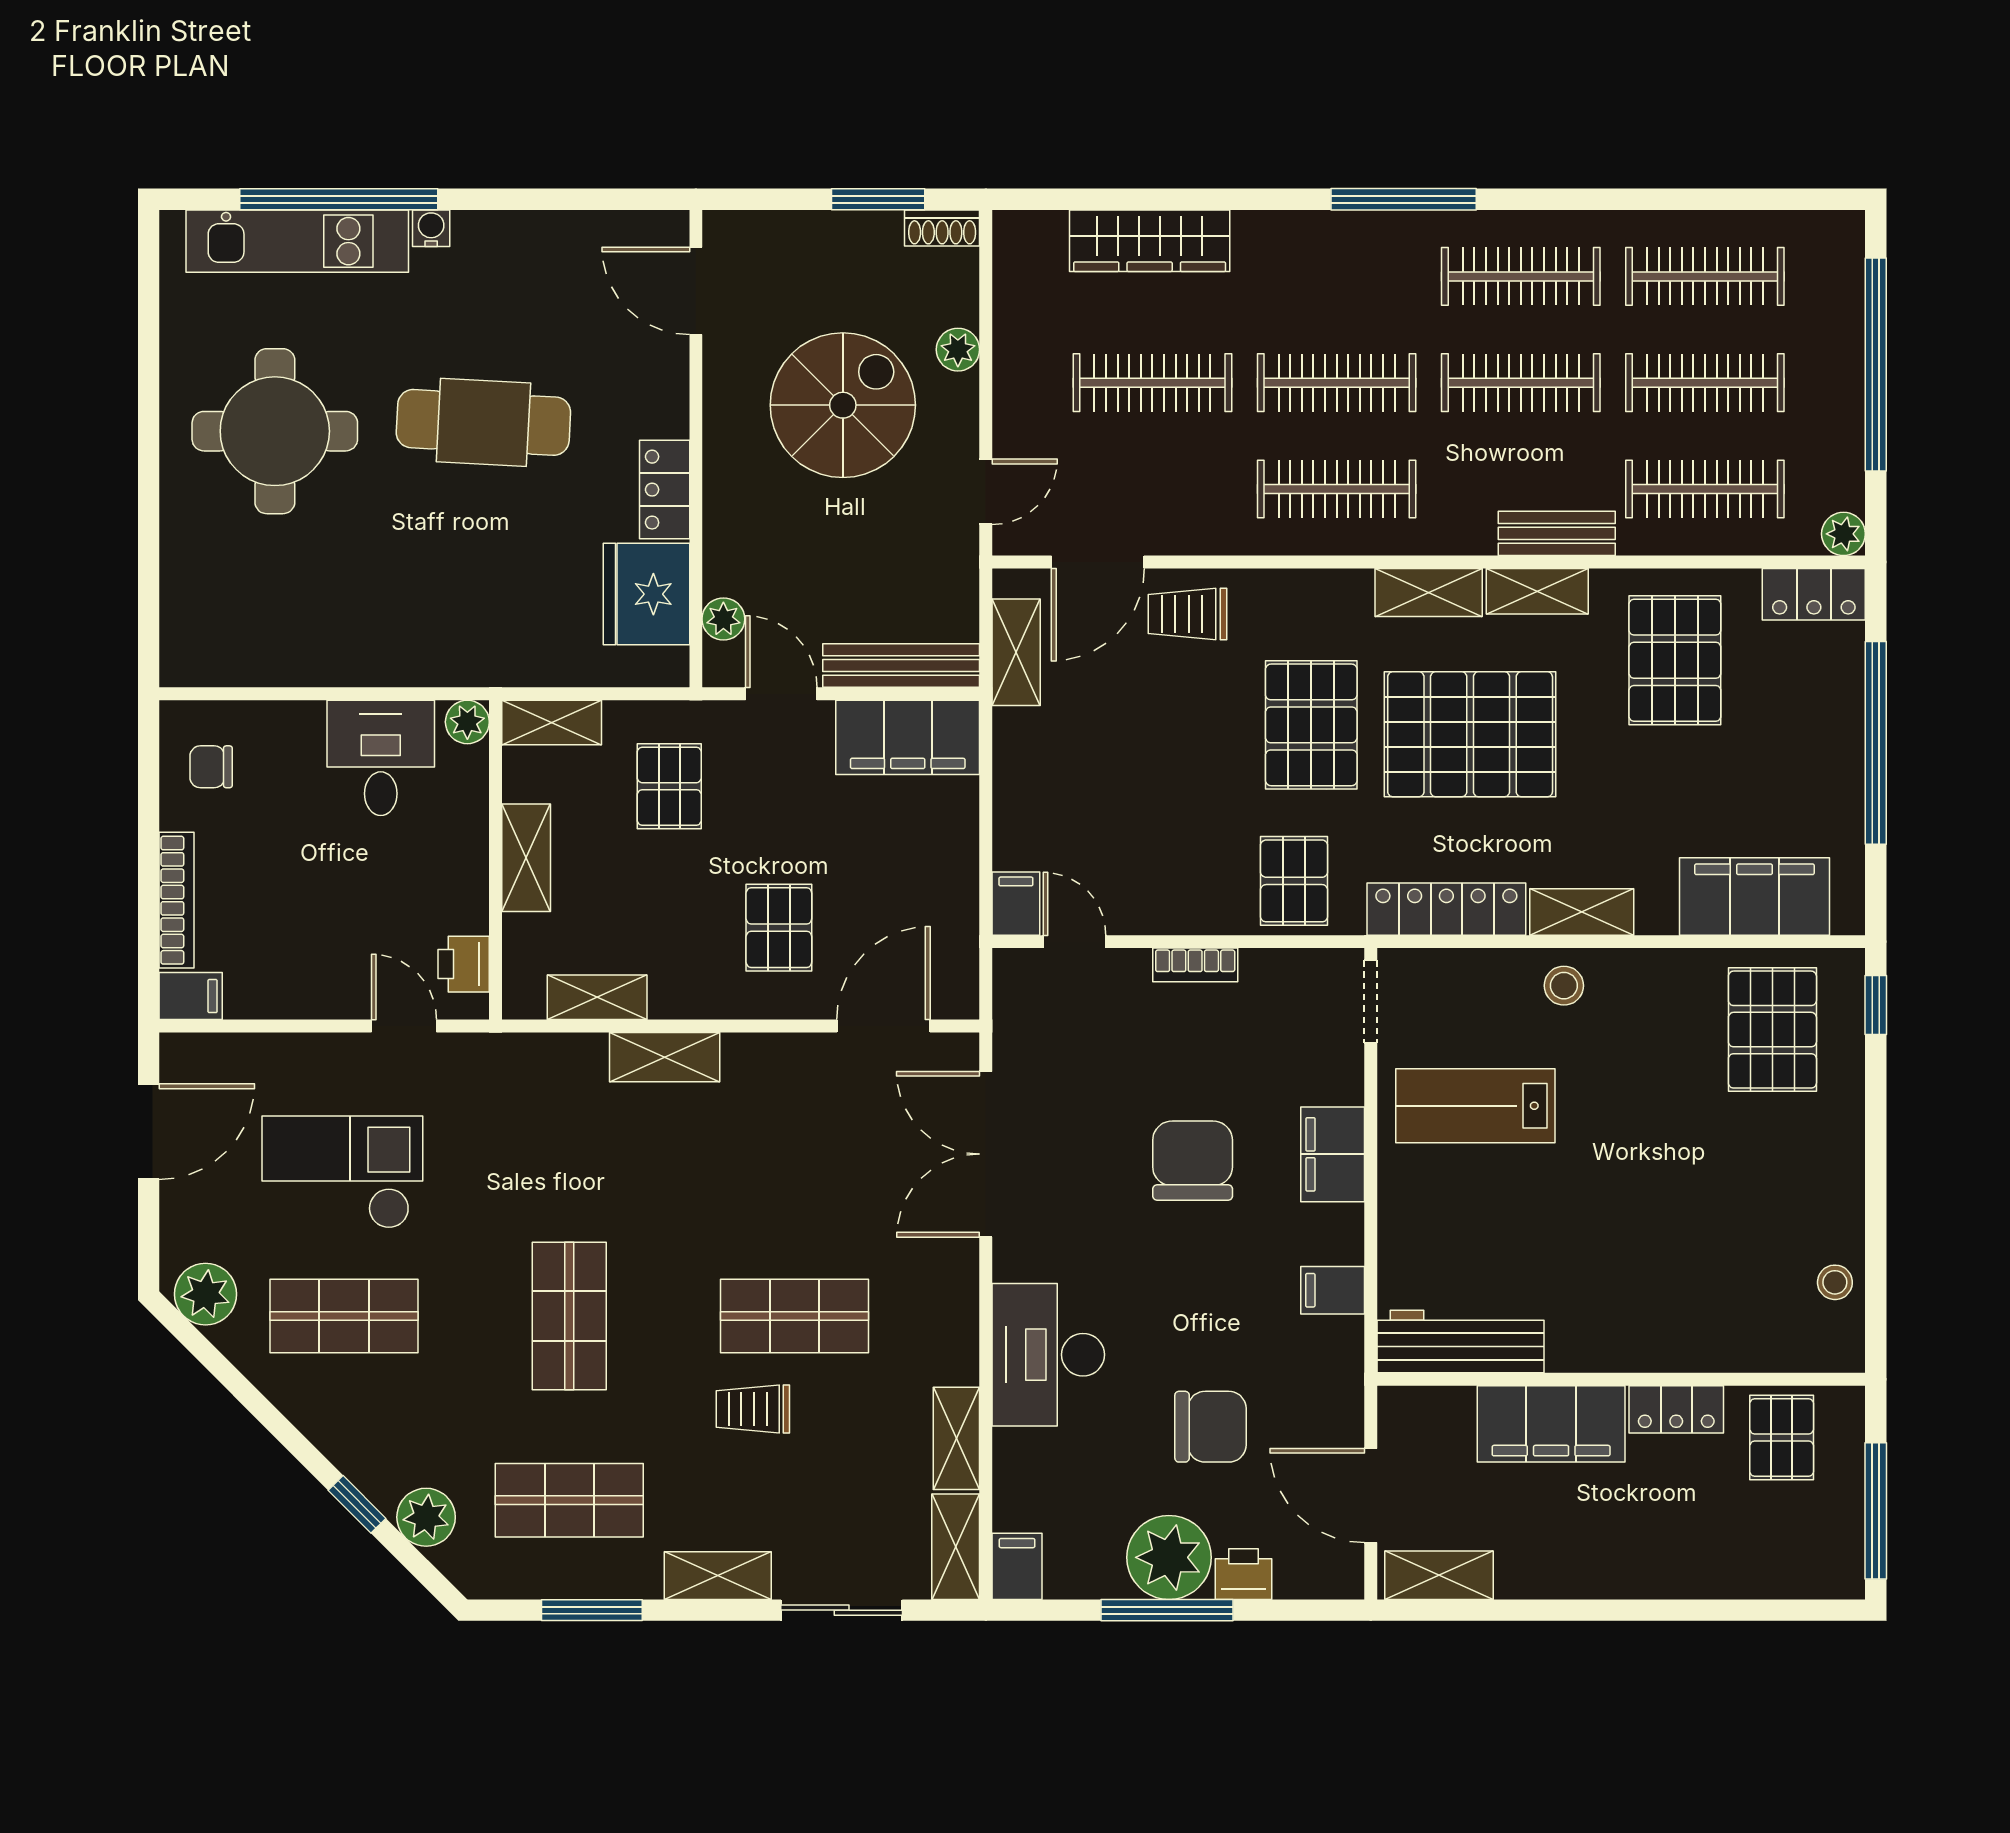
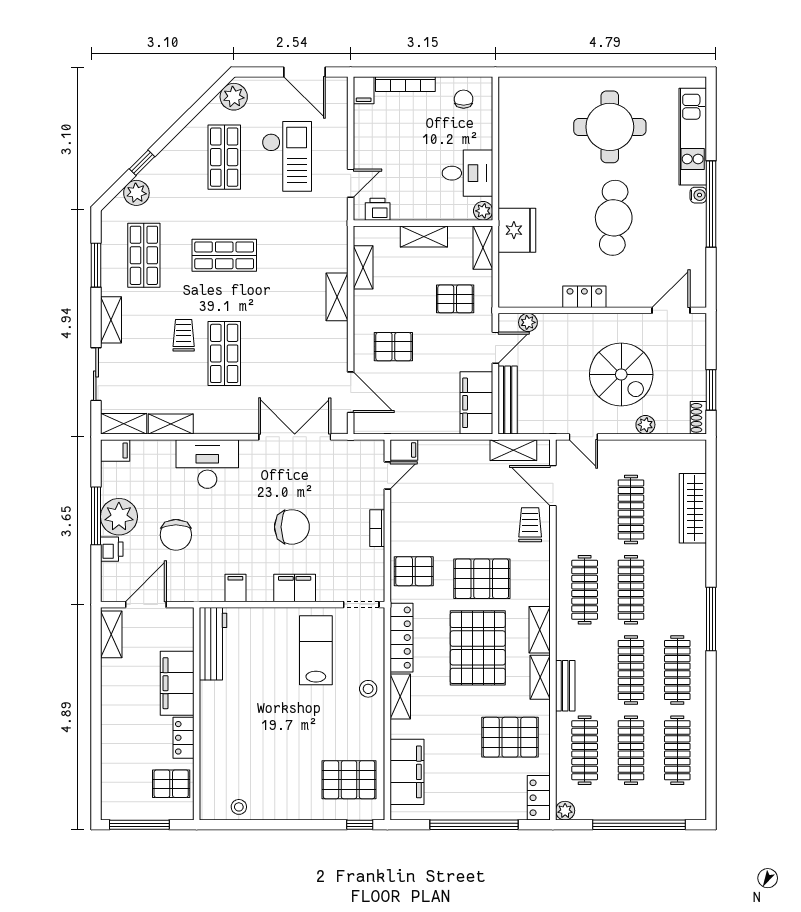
window: (339, 199) -> (711, 204), moved
fridge: (646, 594) -> (517, 230), moved, turned 90

